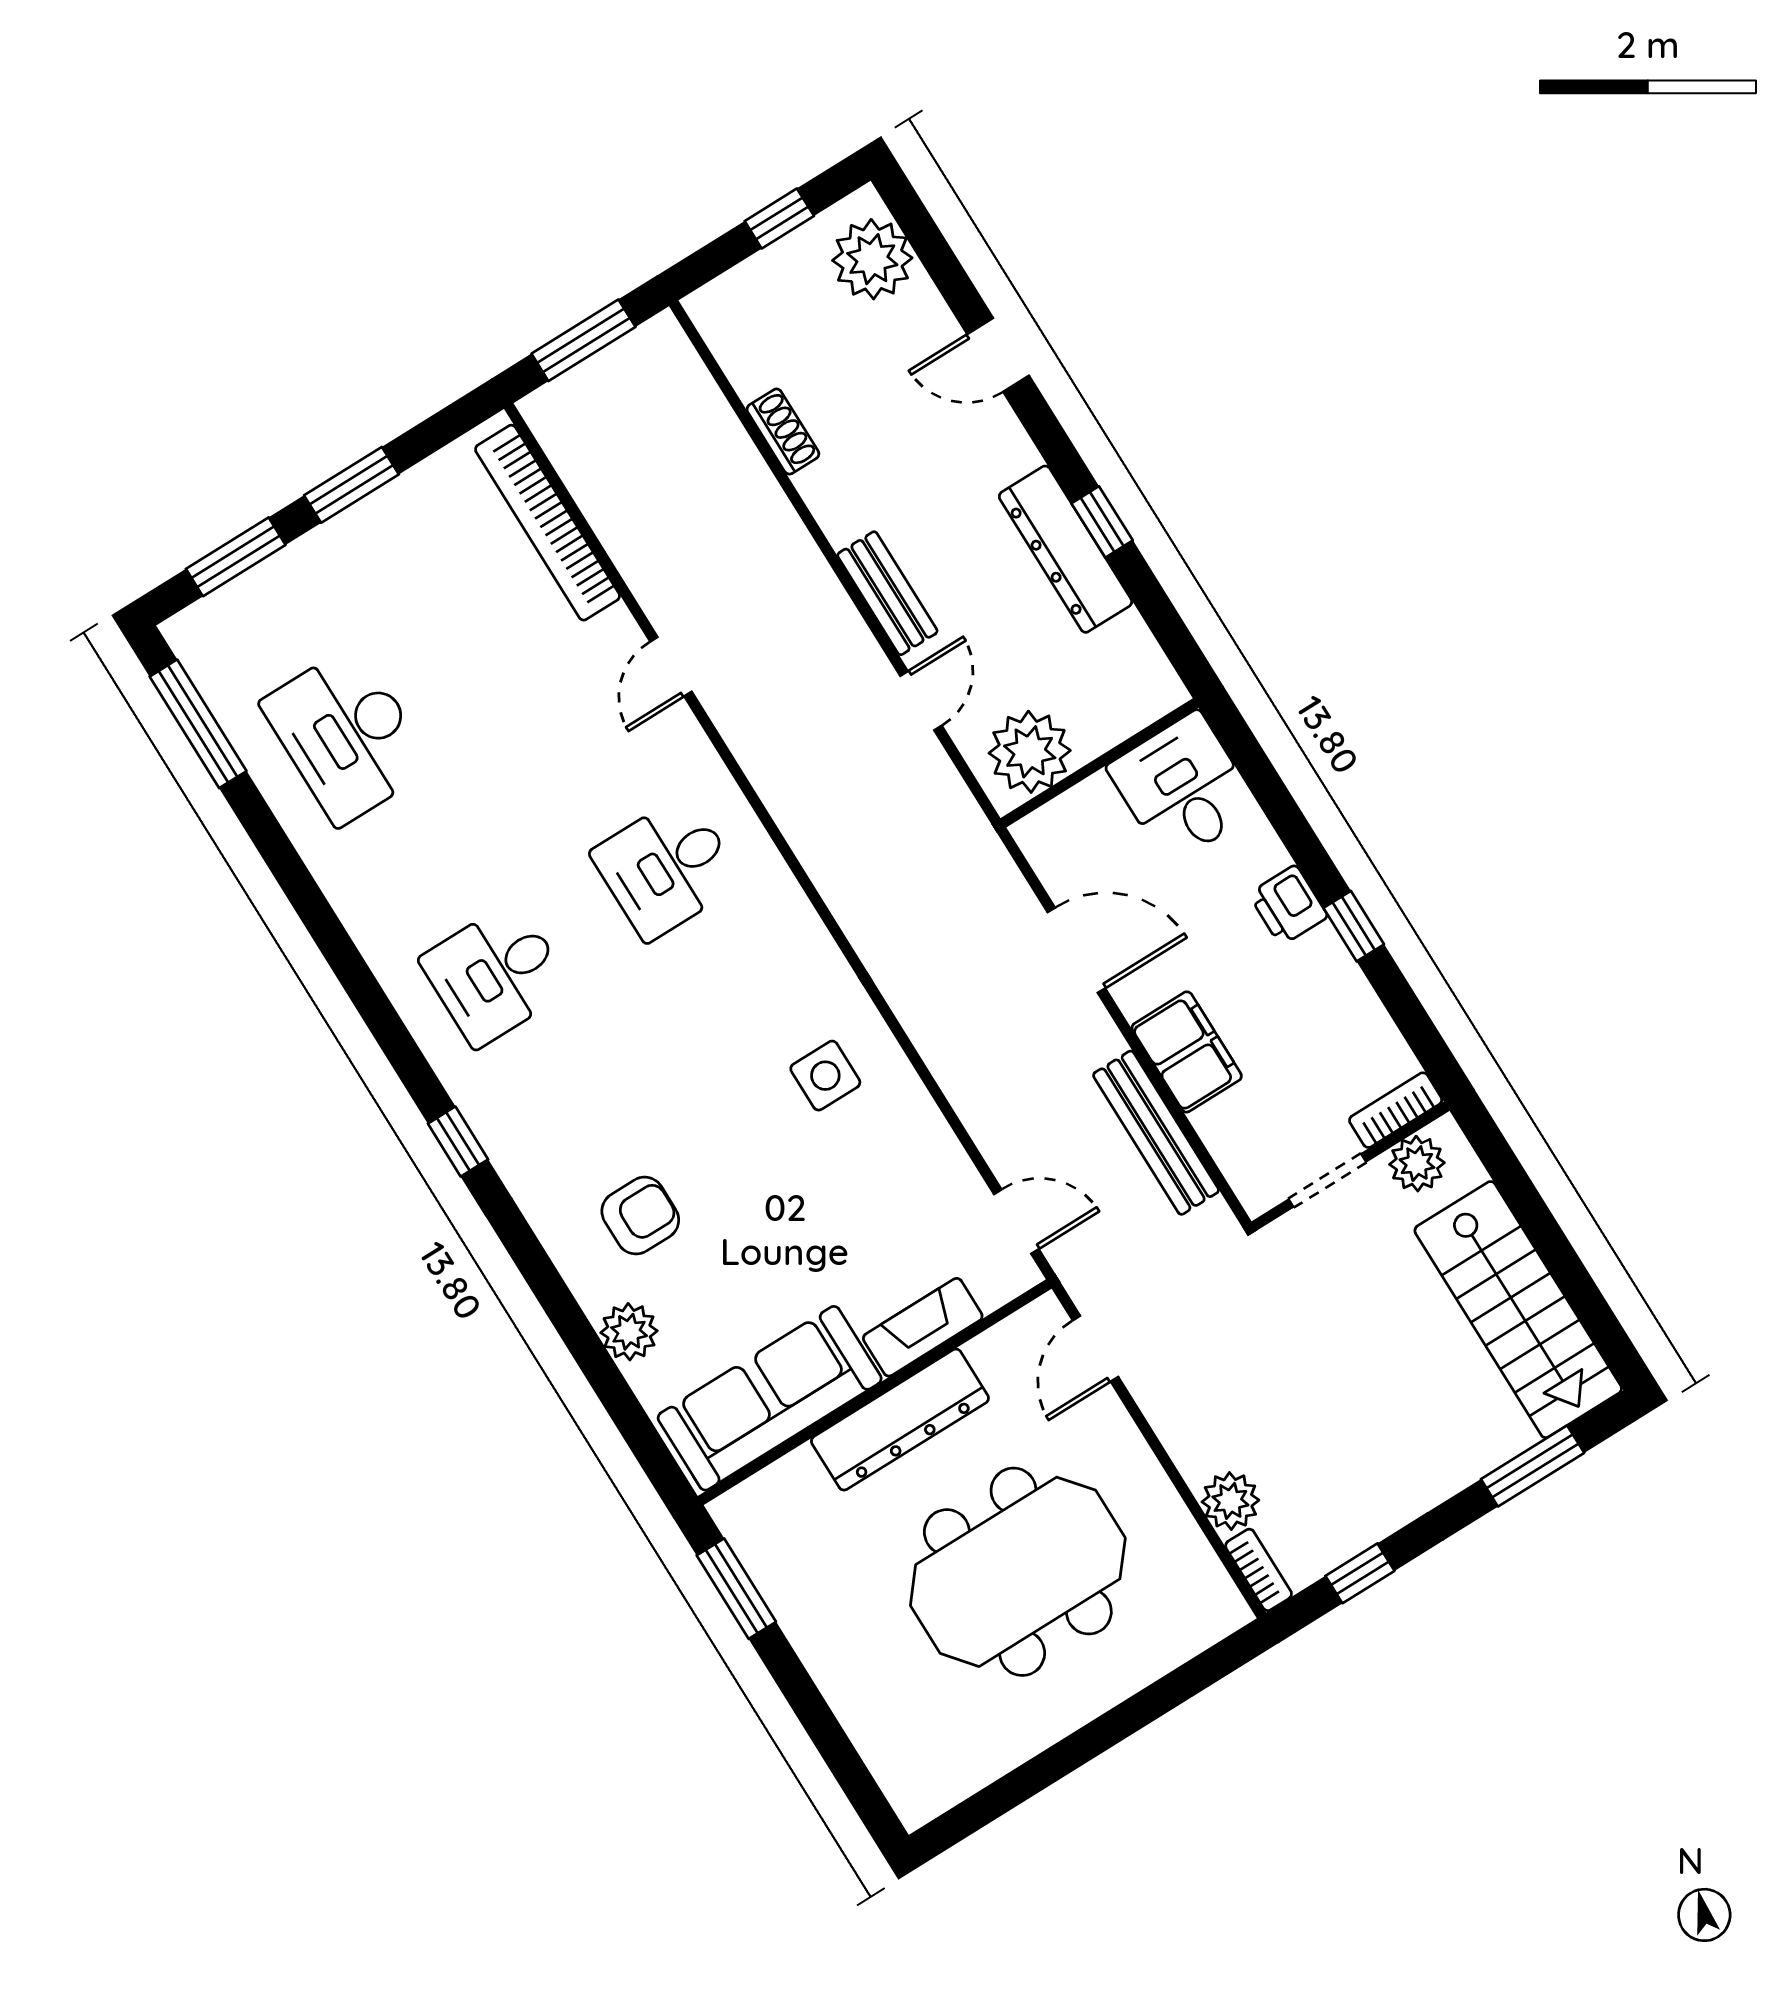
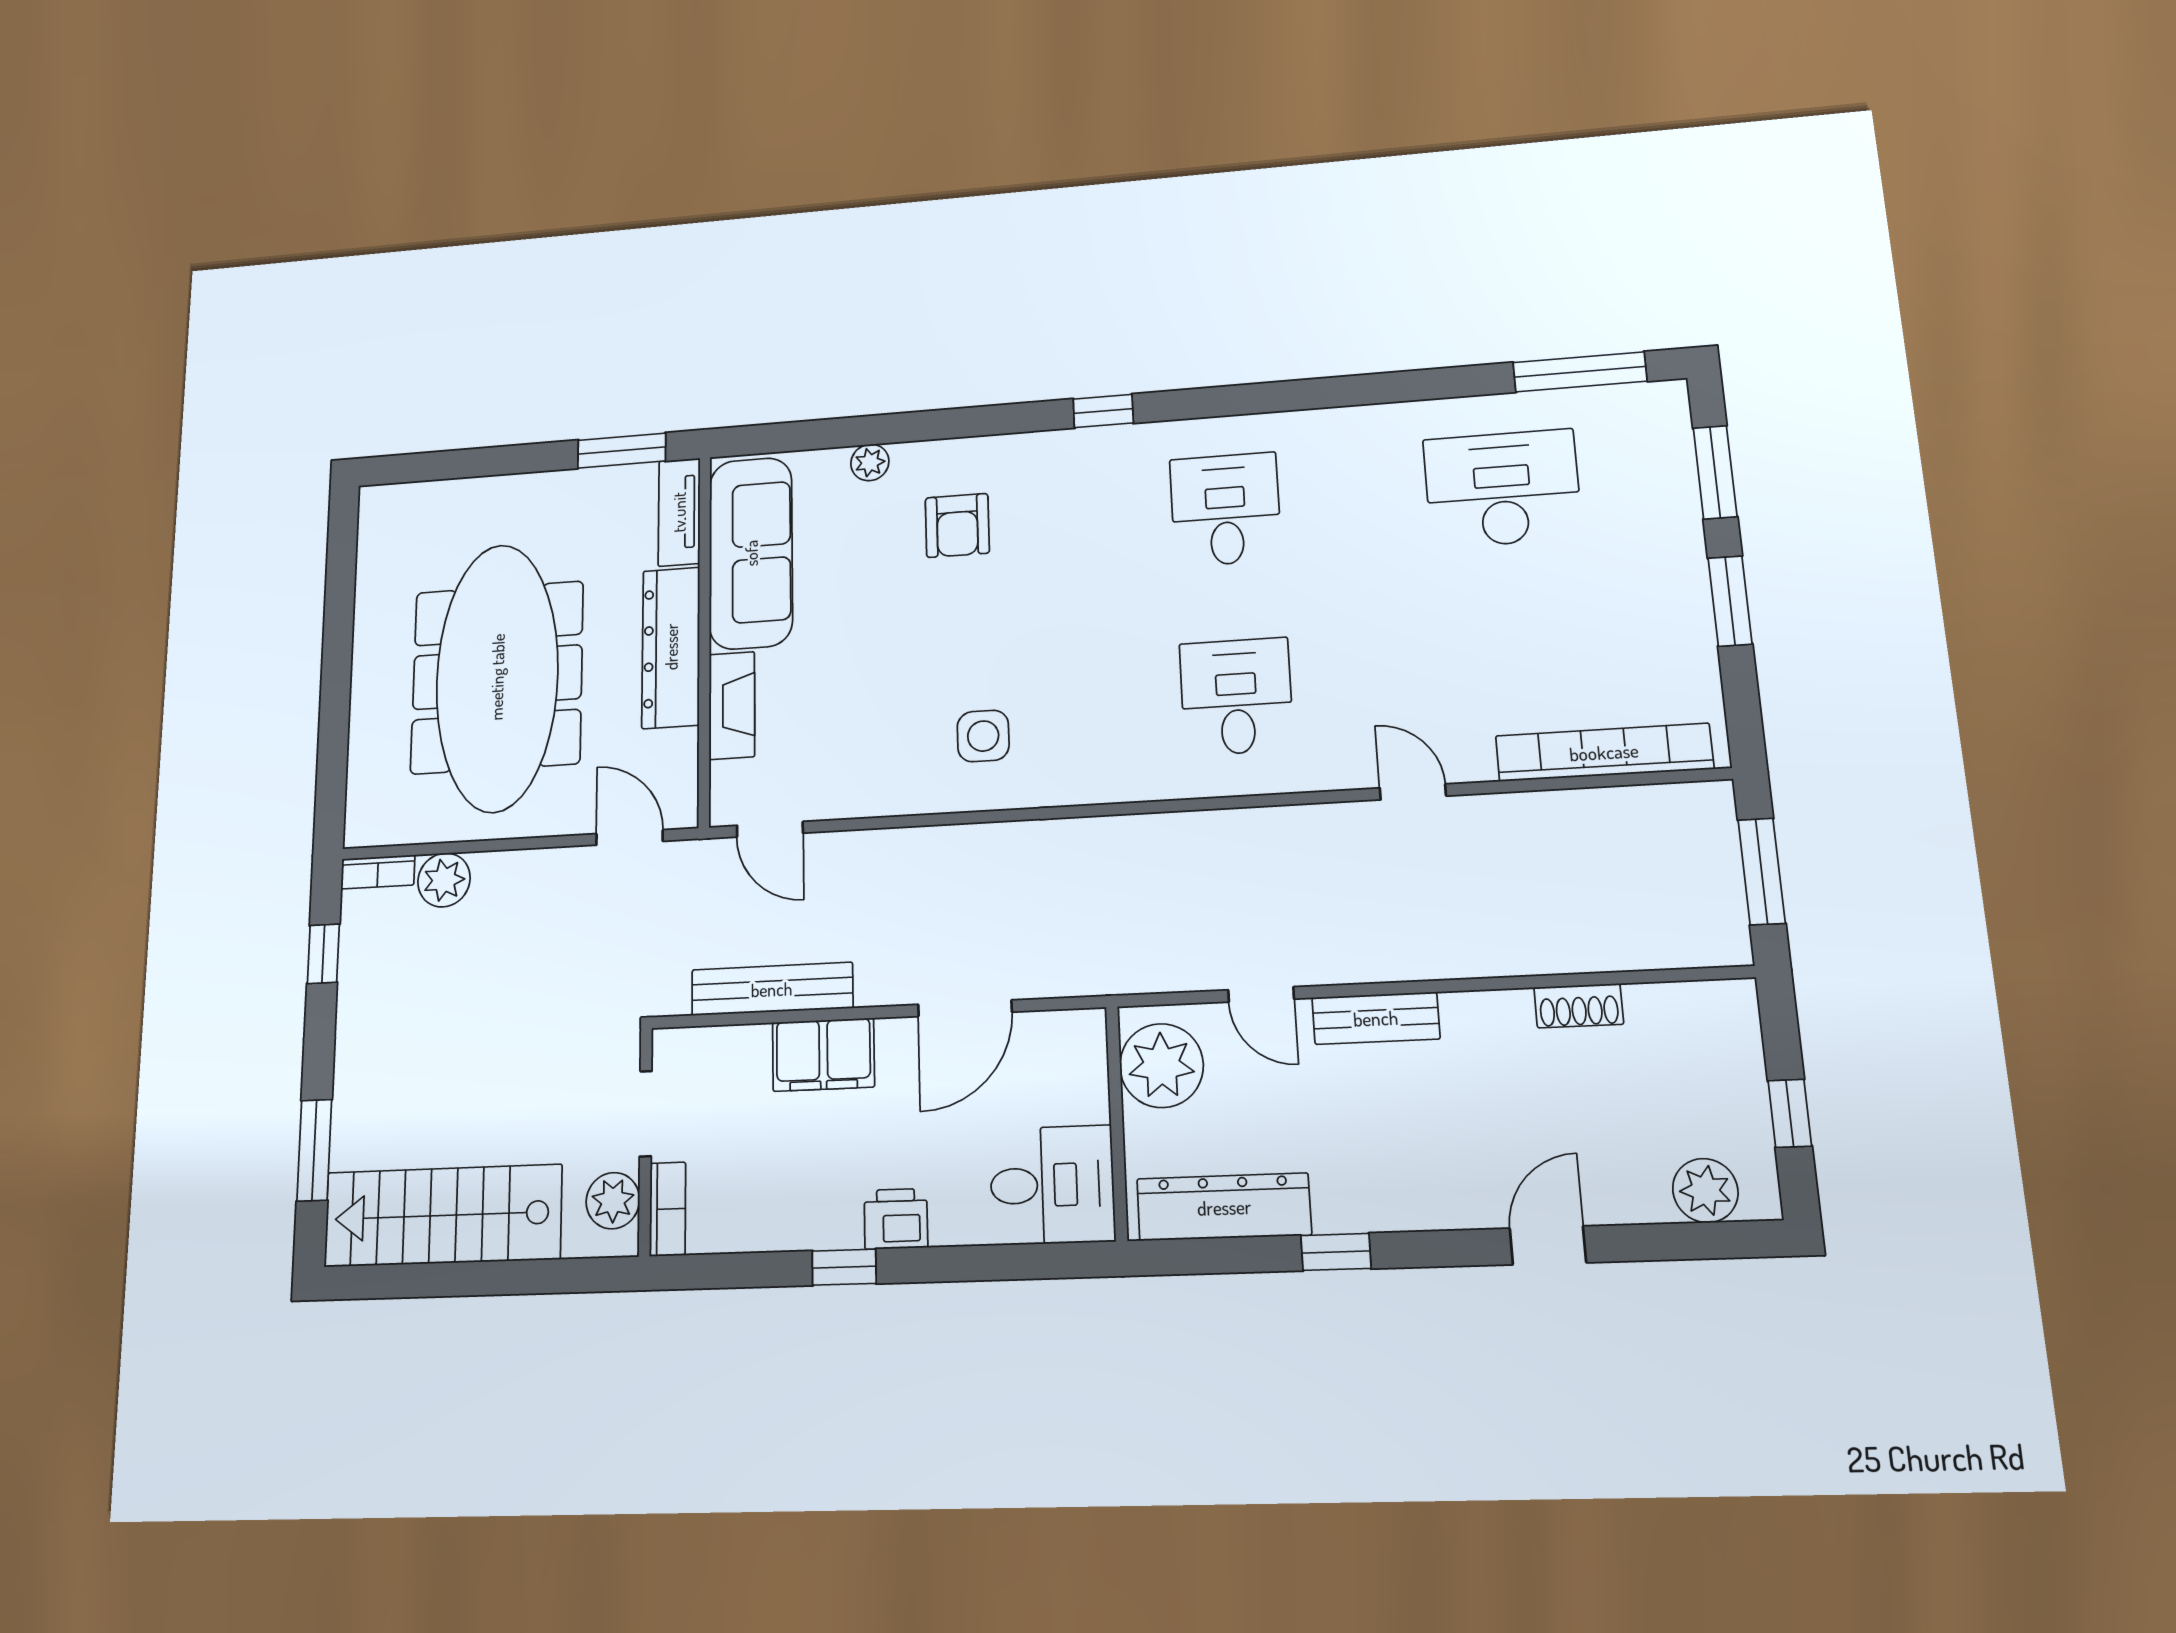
plant: (872, 259) -> (1705, 1190), width x0.73, depth x0.73
dresser: (1065, 549) -> (1224, 1207), moved
door: (1016, 1222) -> (770, 829), hinge flipped
plant: (629, 1332) -> (870, 462), width x0.73, depth x0.73
tv unit: (767, 1493) -> (679, 512), added
meeting table: (1018, 1572) -> (497, 677), width x1.36

